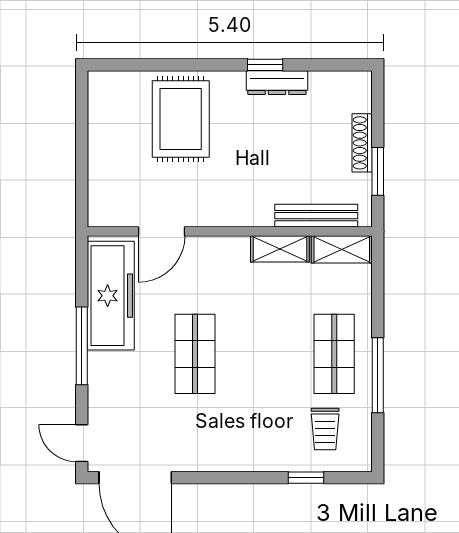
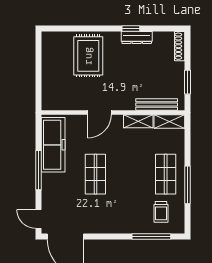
shoe rack: (362, 143) -> (180, 46), moved
door: (161, 231) -> (99, 112), moved
window: (306, 478) -> (151, 236), width x2.17

